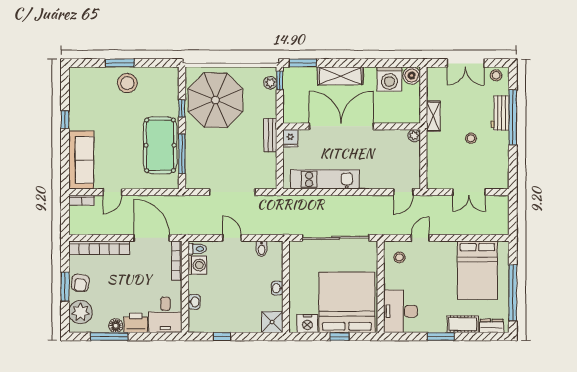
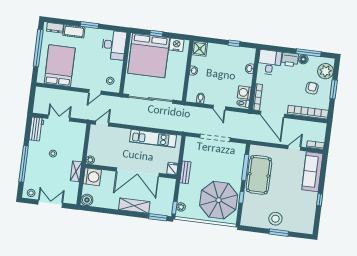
washing machine: (389, 79) -> (92, 177), moved, turned 90
workbench: (500, 113) -> (37, 129), moved
armchair: (80, 283) -> (312, 88), moved

